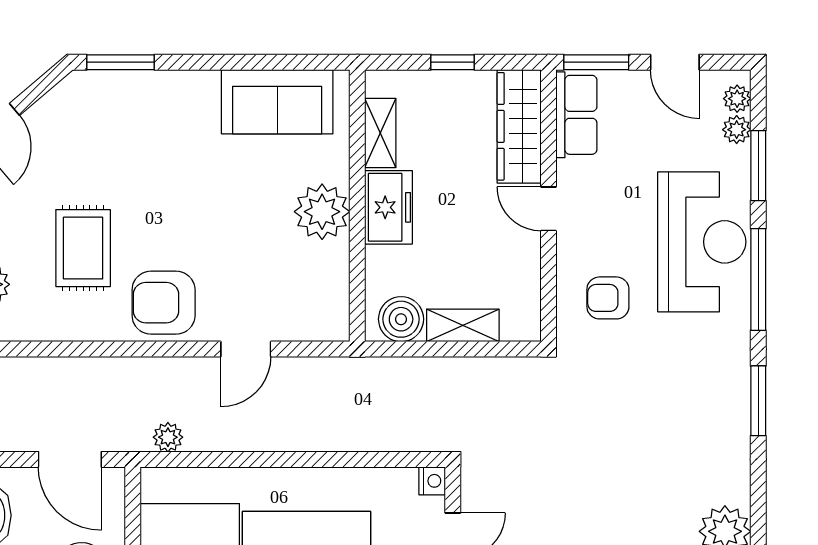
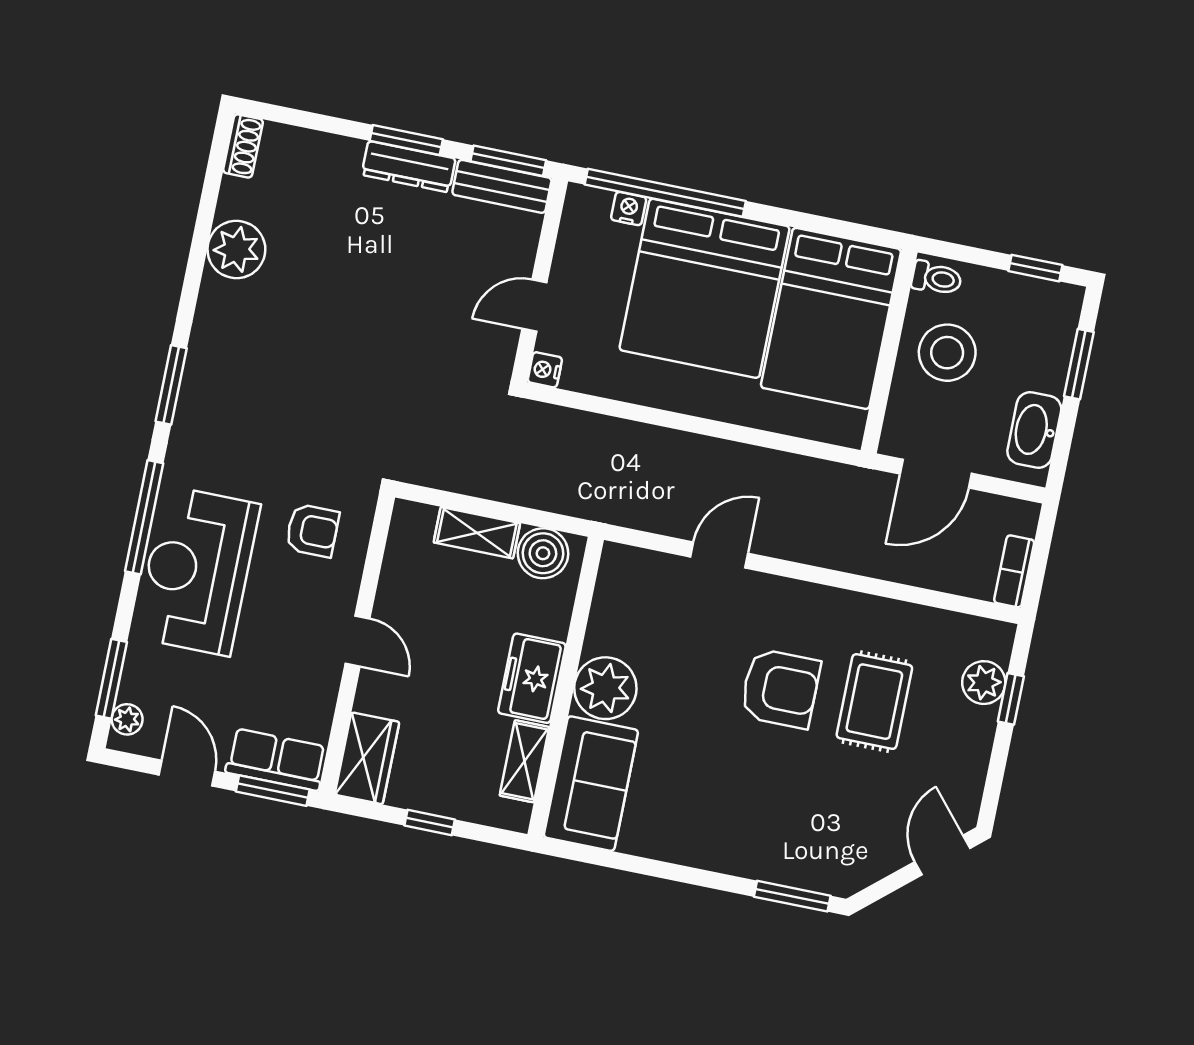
sofa: (277, 102) -> (591, 784), moved, turned 90
row of seats: (576, 115) -> (276, 760), moved, turned 90
wardrobe: (519, 126) -> (367, 758), width x0.67
plant: (737, 130) -> (134, 686), removed
window: (758, 166) -> (111, 679), moved
armchair: (164, 303) -> (780, 688), moved
plant: (168, 437) -> (824, 476), removed
door: (70, 459) -> (936, 474), swing flipped

